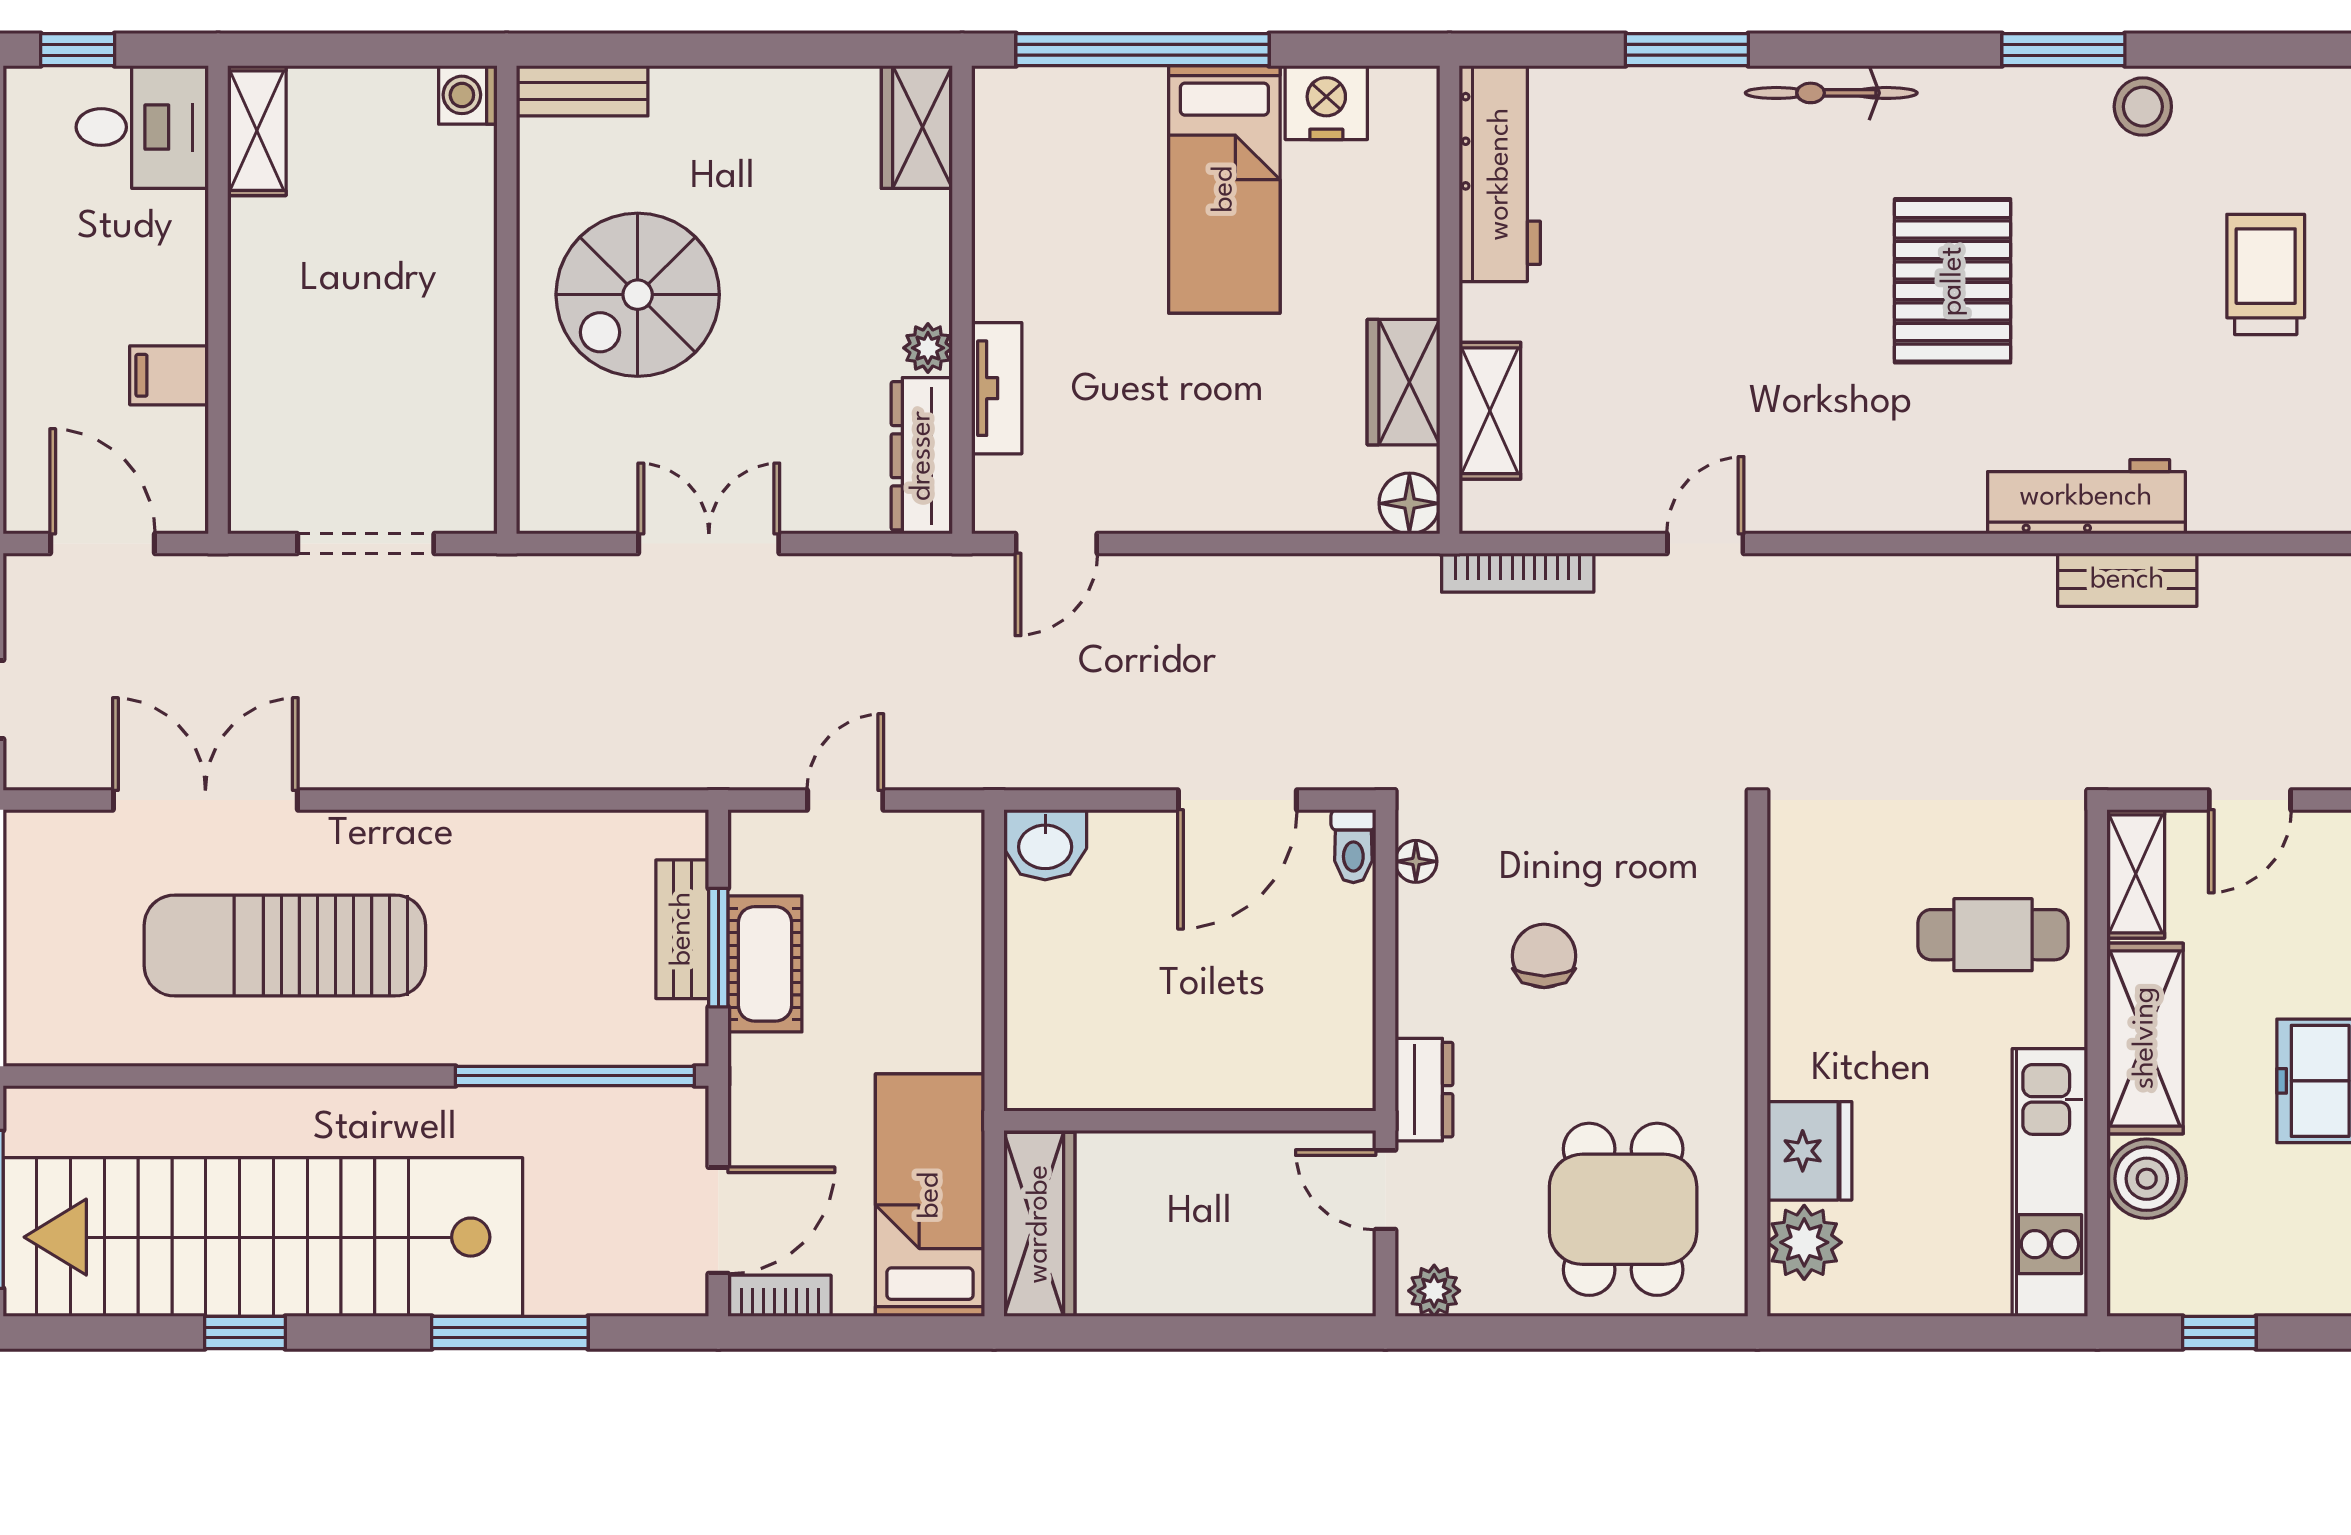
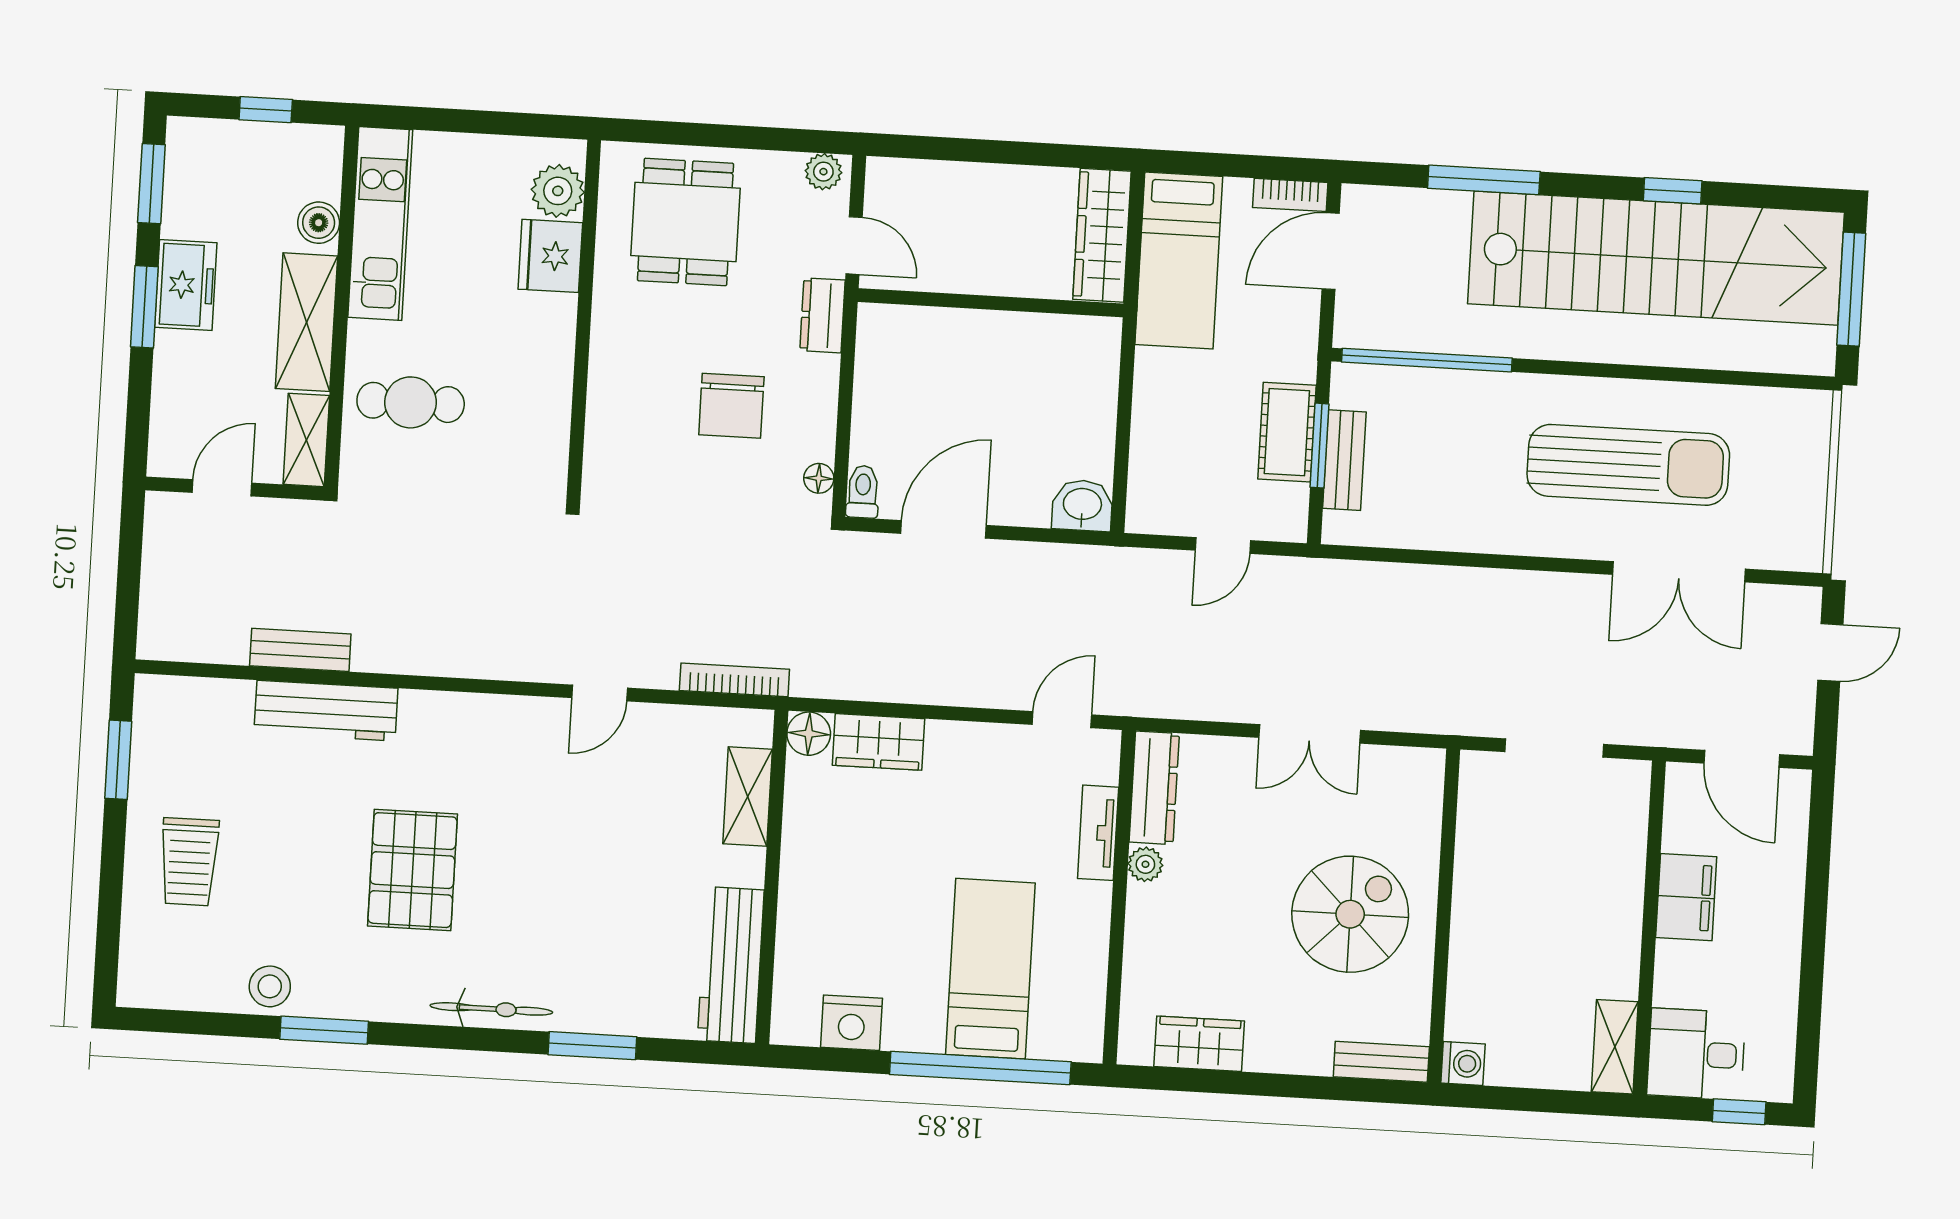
wardrobe: (917, 127) -> (1199, 1044), moved, turned -90
bed: (1224, 189) -> (990, 969), moved
filing cabinet: (169, 375) -> (1686, 897), width x2.00
wardrobe: (1404, 382) -> (879, 742), moved, turned 90
chair: (1544, 956) -> (731, 406), width x1.37, depth x1.37
boiler: (2147, 1179) -> (319, 223), width x0.73, depth x0.73

